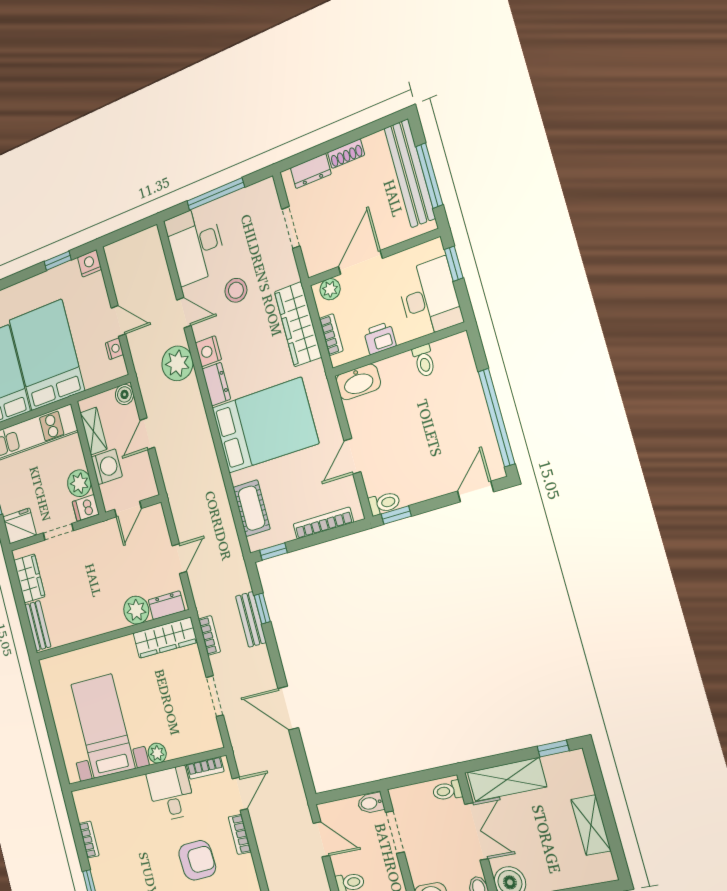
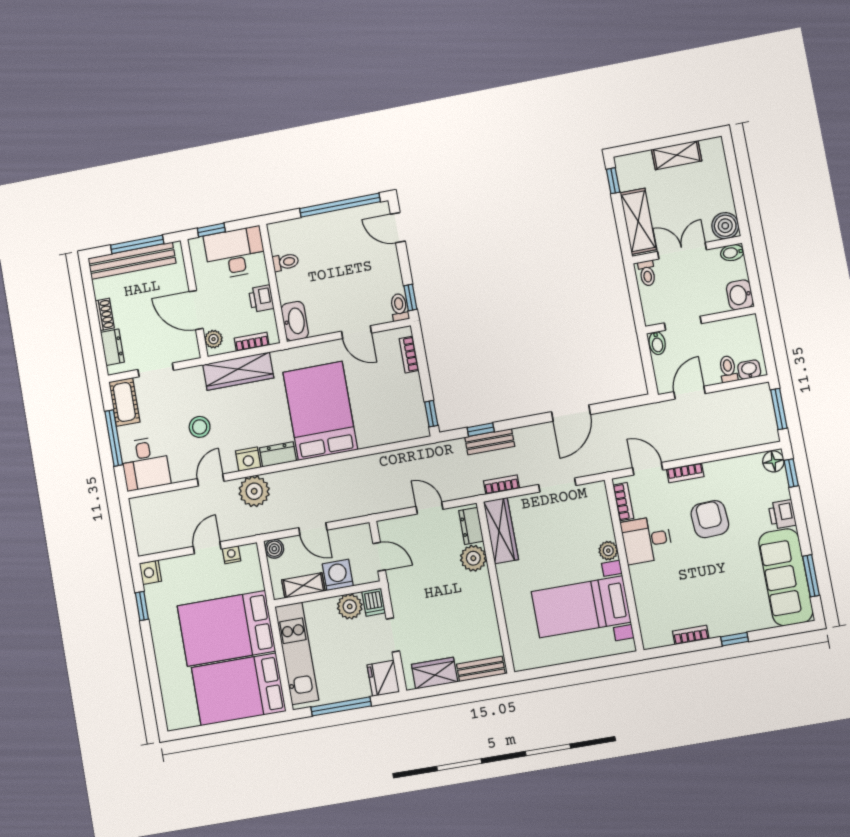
desk: (196, 245) -> (145, 464), width x0.73
cot: (252, 508) -> (124, 402), moved, turned 90
bookcase: (323, 523) -> (409, 355), width x0.64

